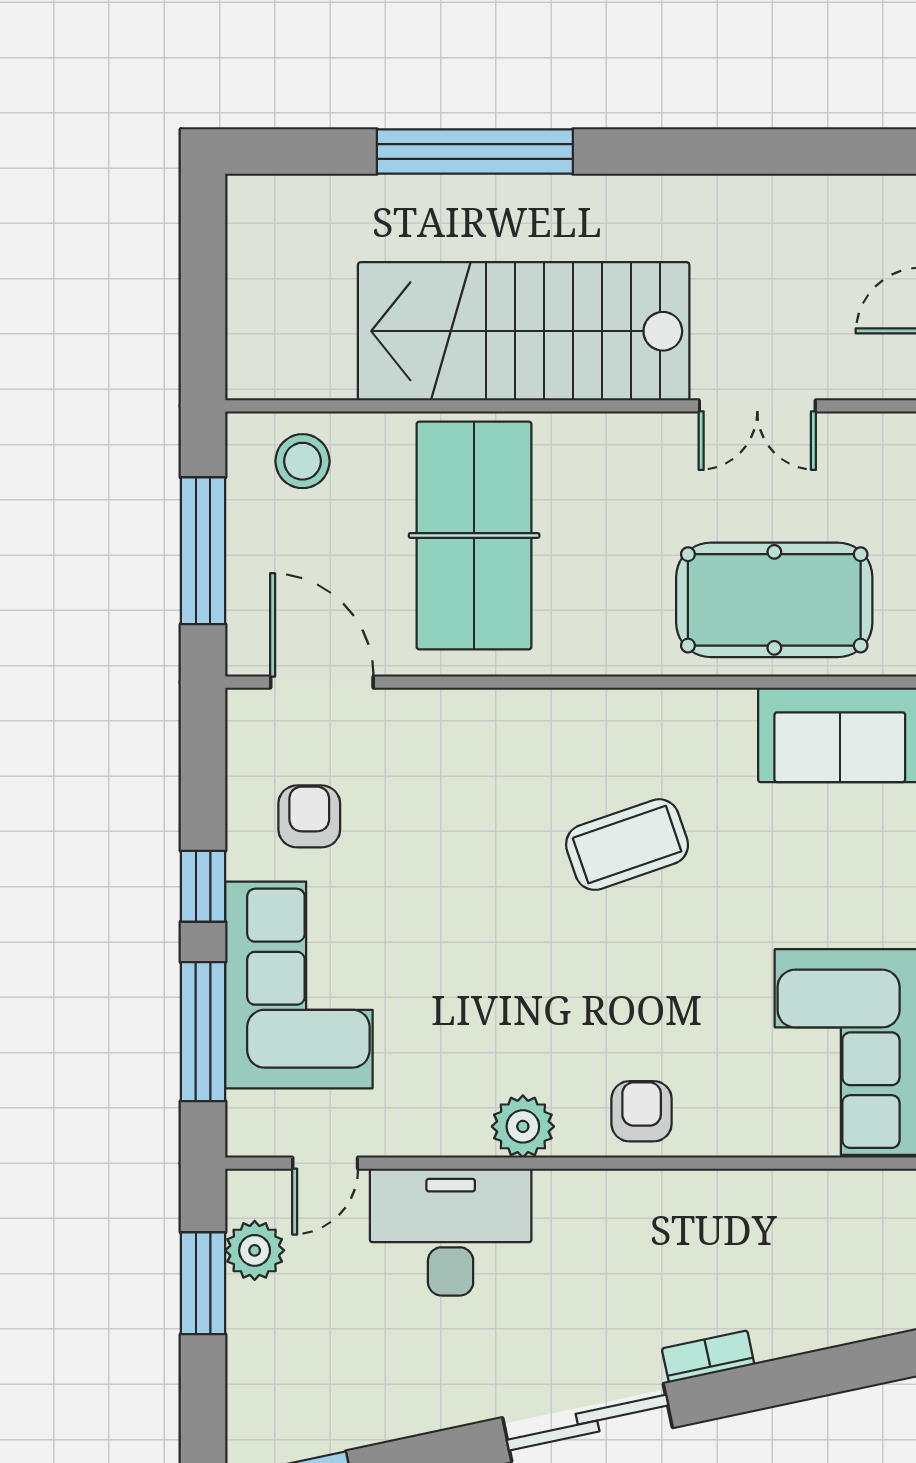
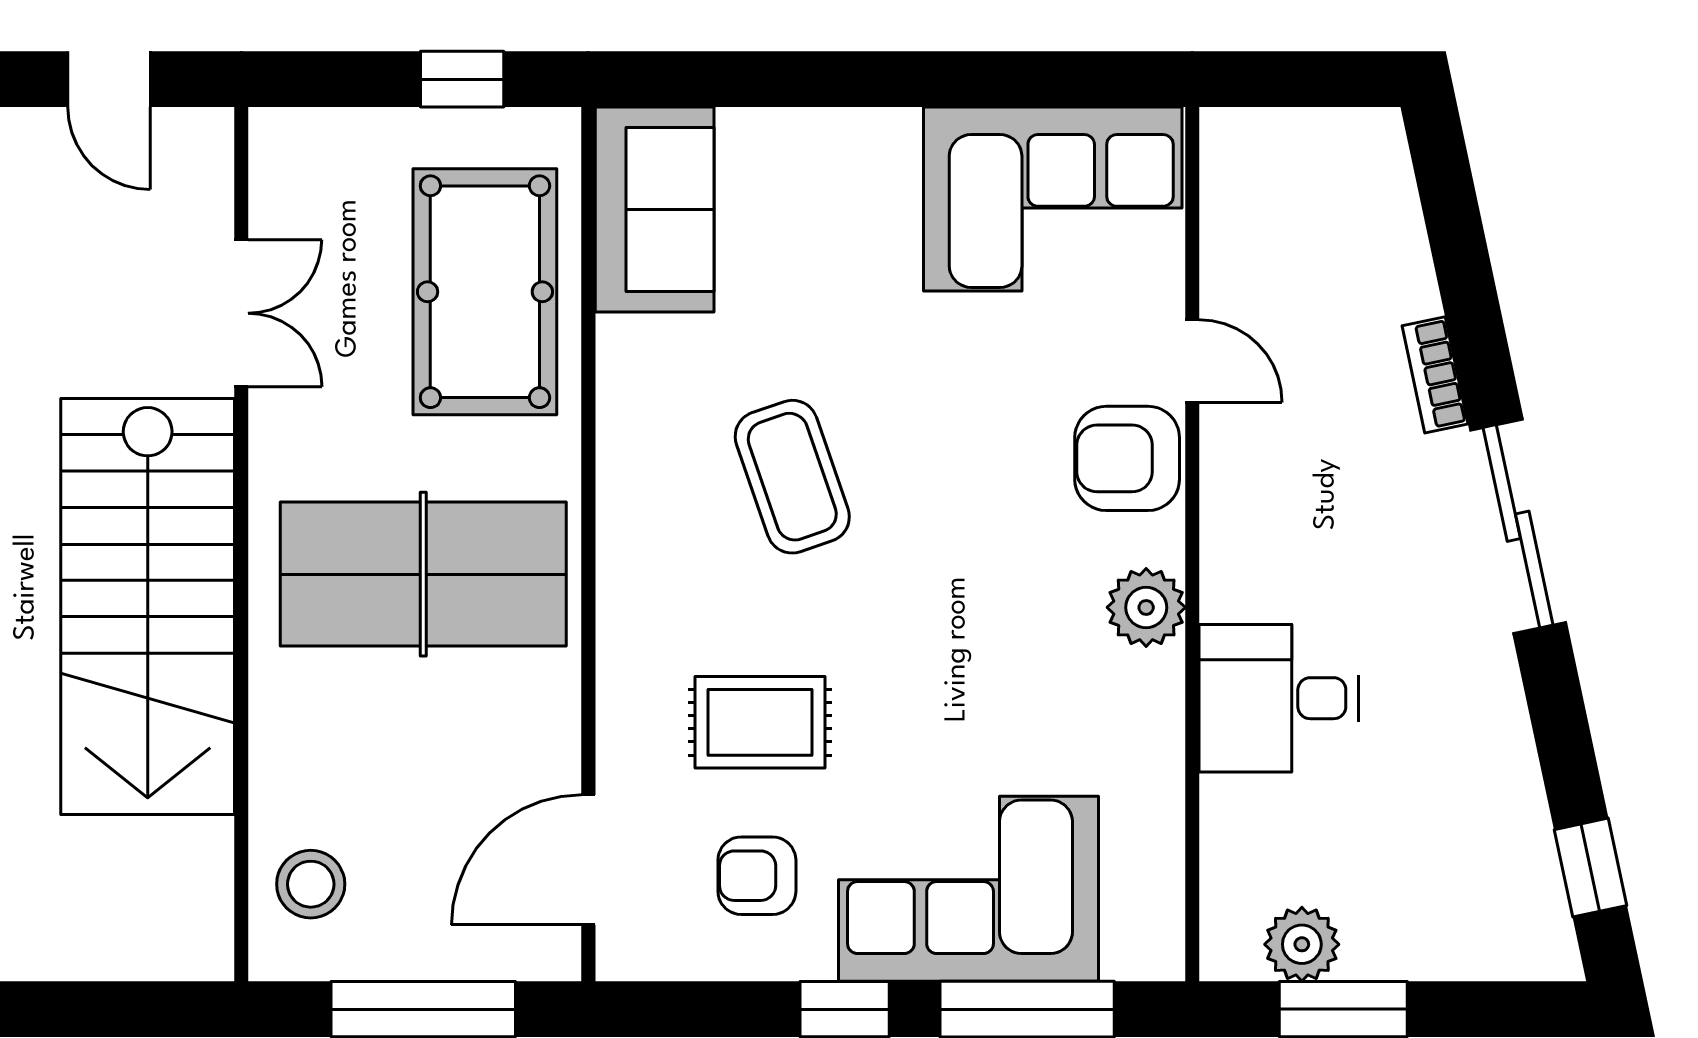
table tennis table: (474, 535) -> (423, 574), moved
rug: (431, 819) -> (760, 722), added
armchair: (642, 1111) -> (1127, 458), width x1.38, depth x1.38
door: (325, 1163) -> (1192, 361), moved
desk: (451, 1232) -> (1279, 698), width x0.73

